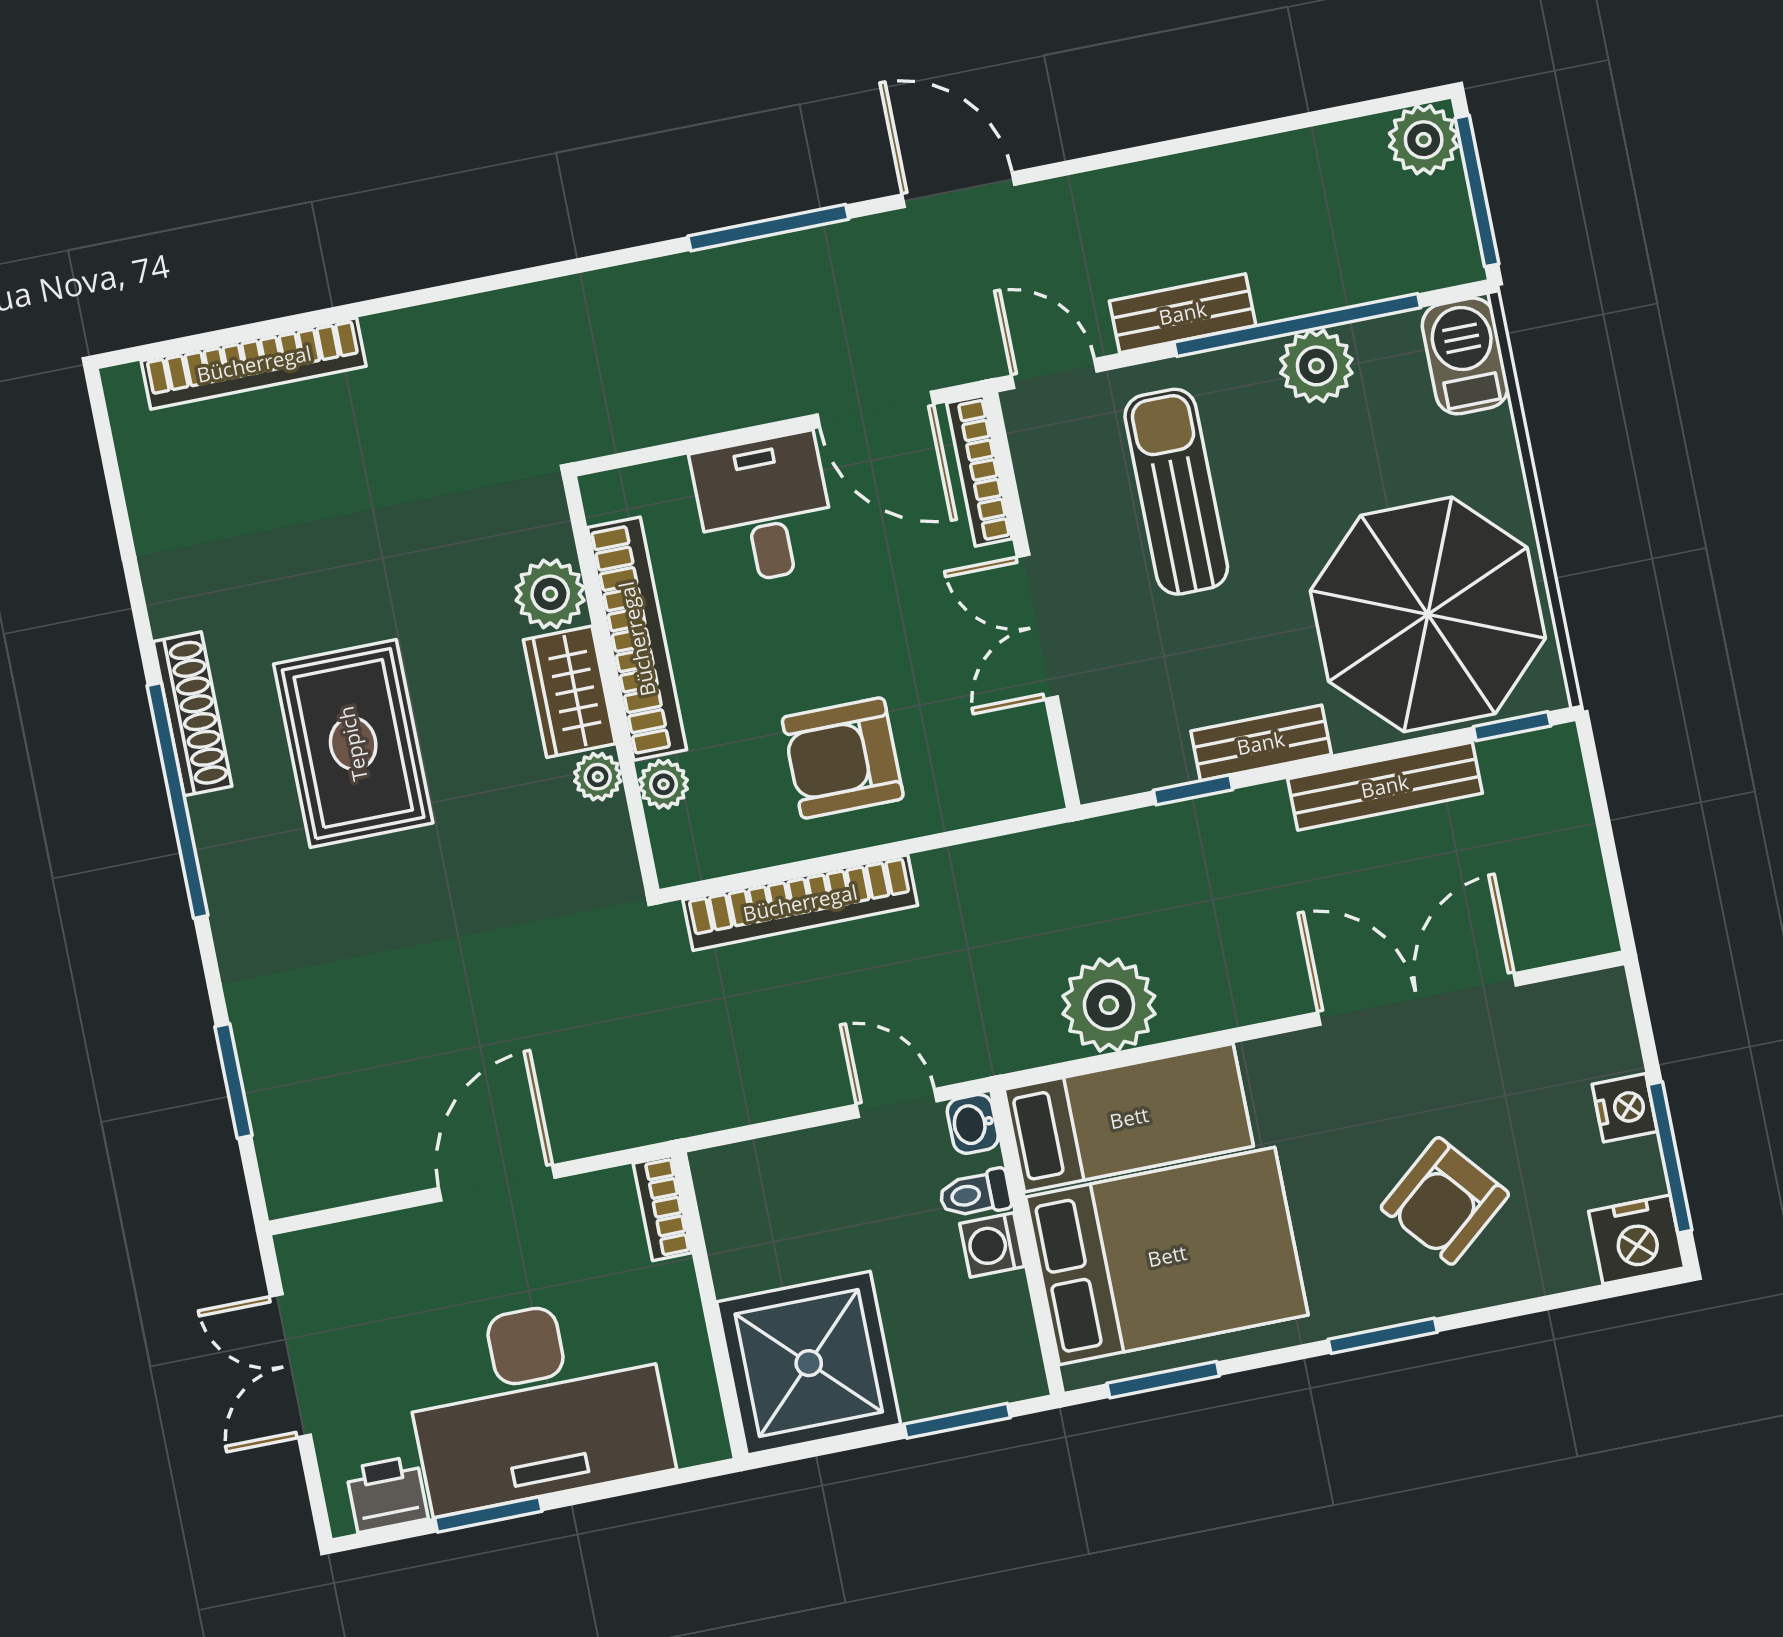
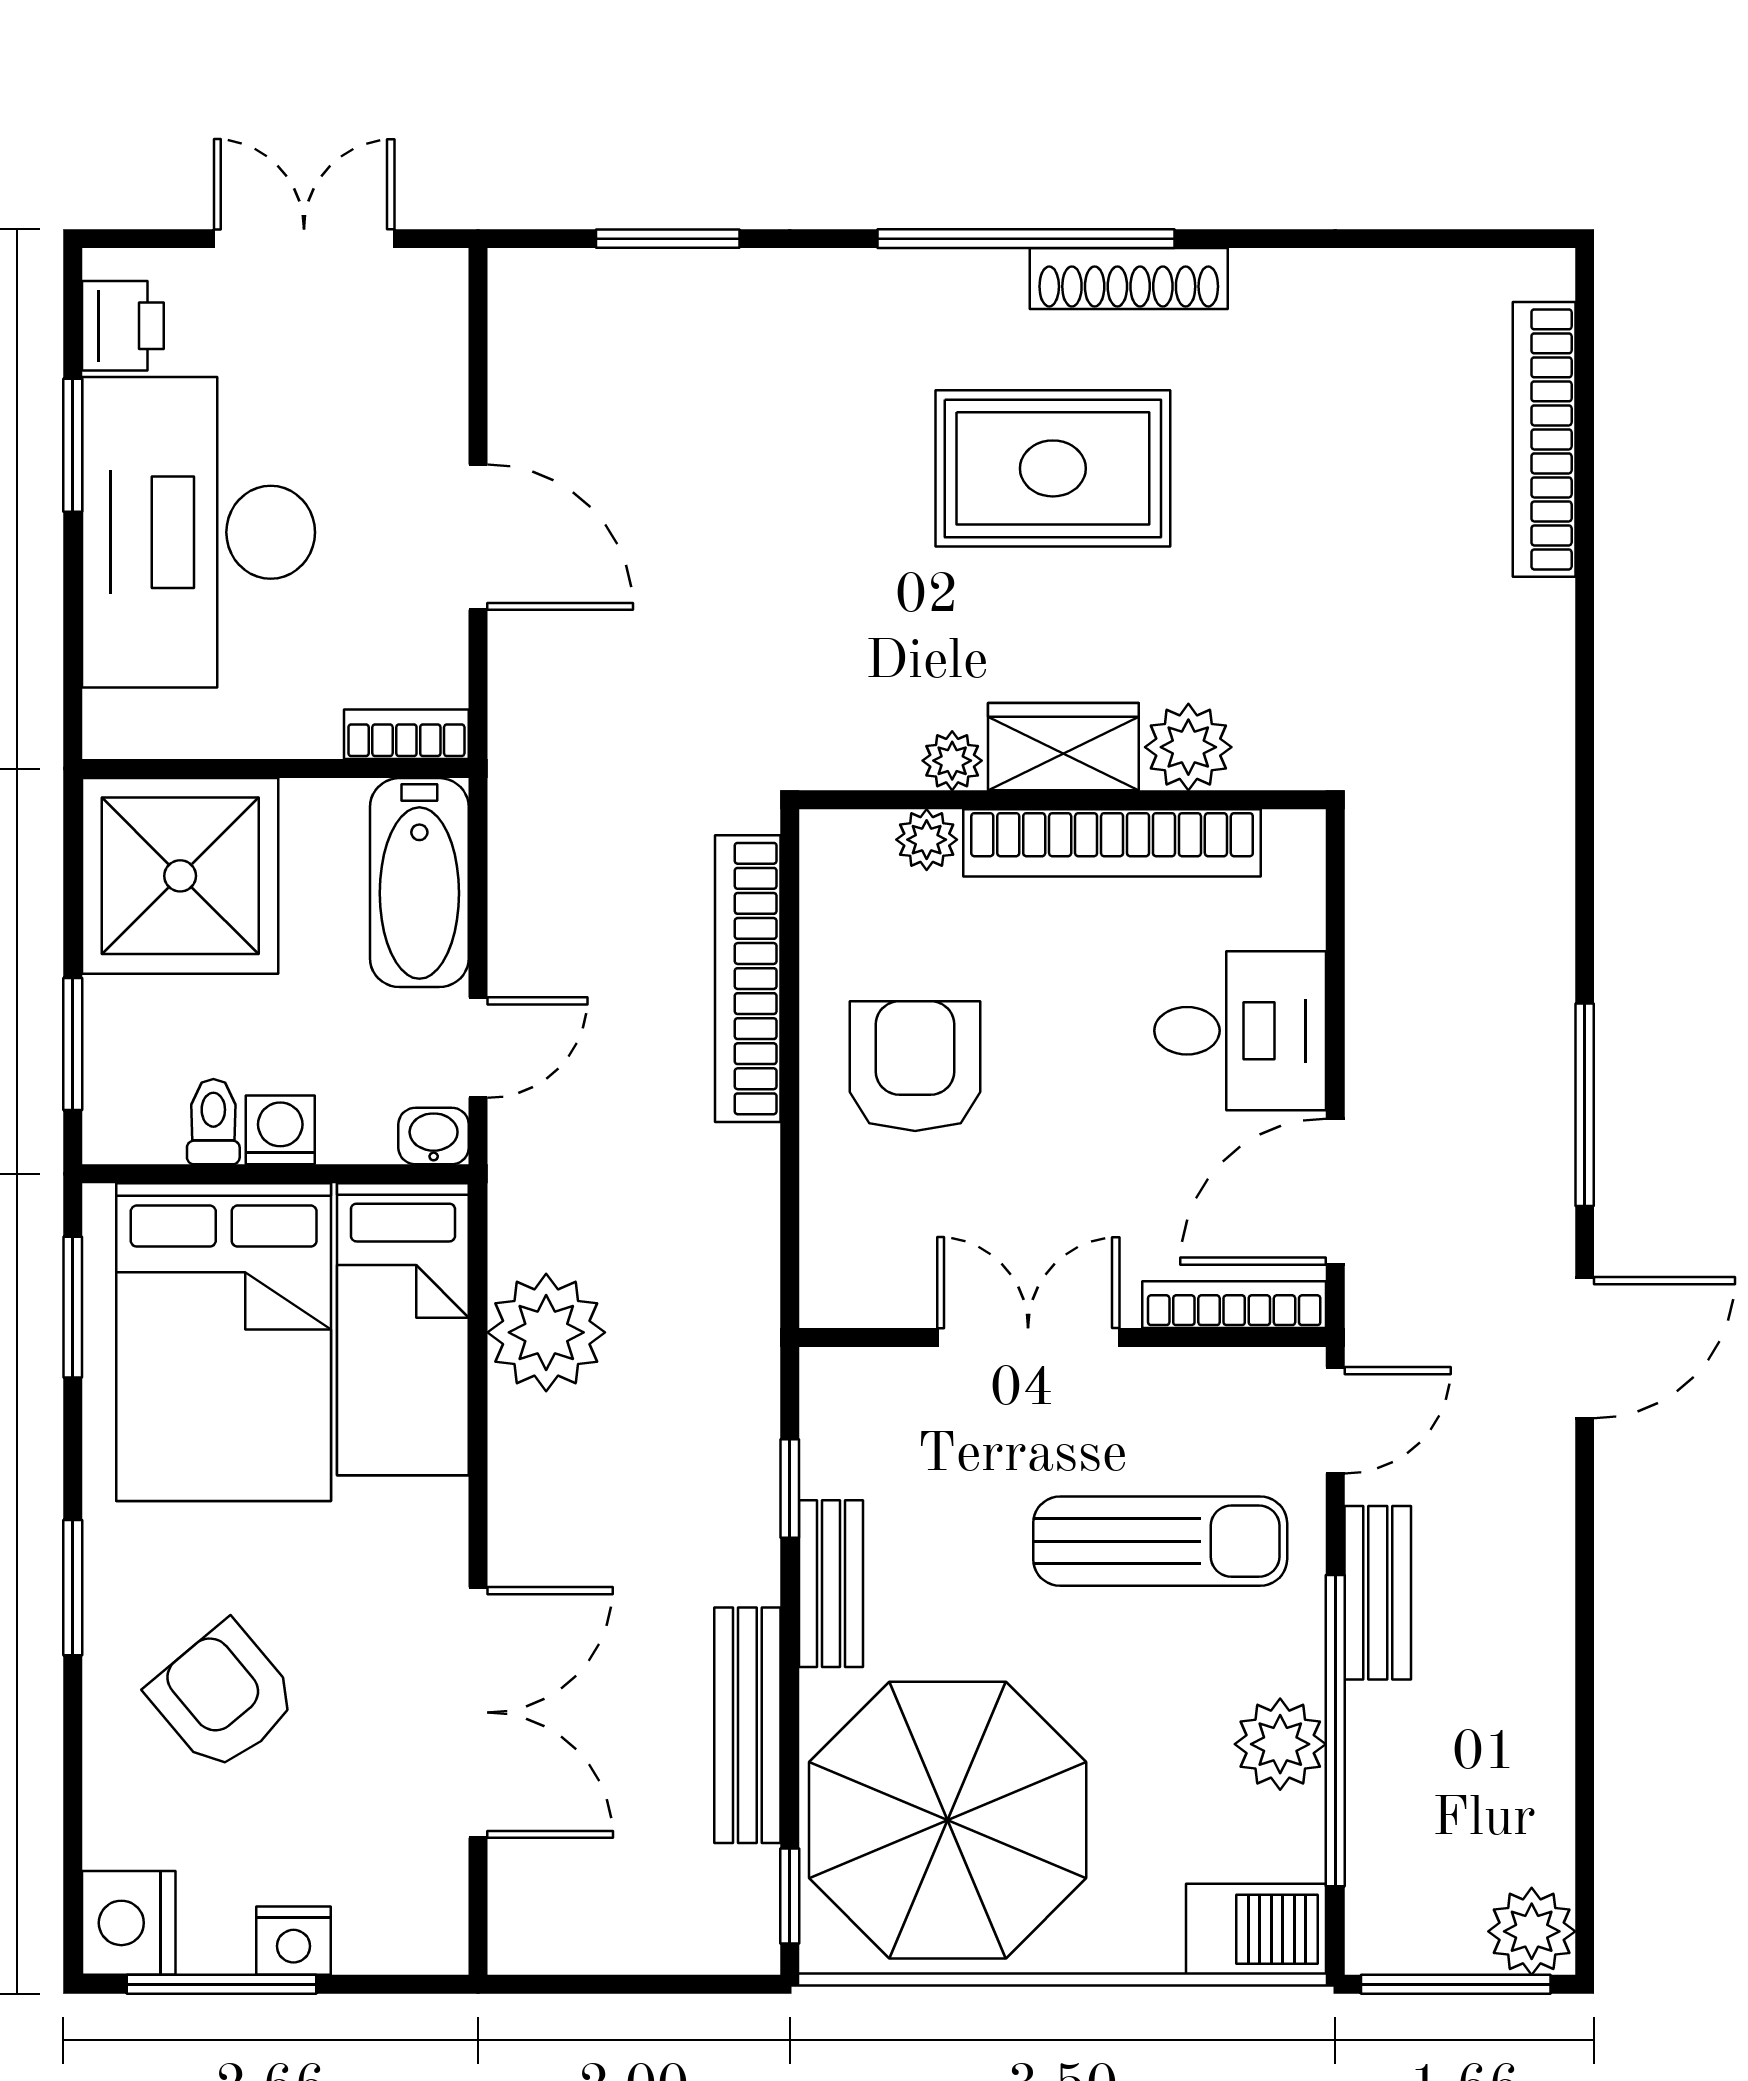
bathtub: (777, 1175) -> (419, 883), added
toilet: (975, 1194) -> (213, 1122), moved

